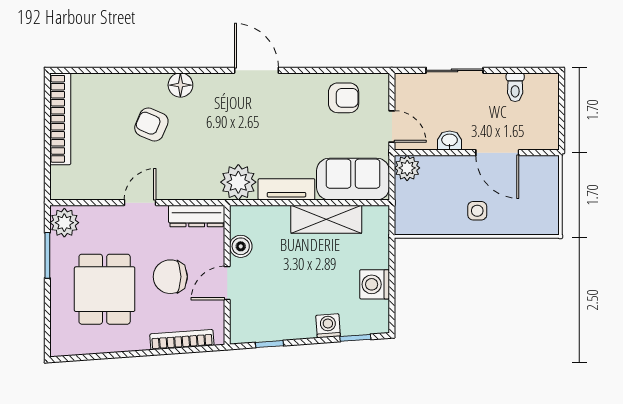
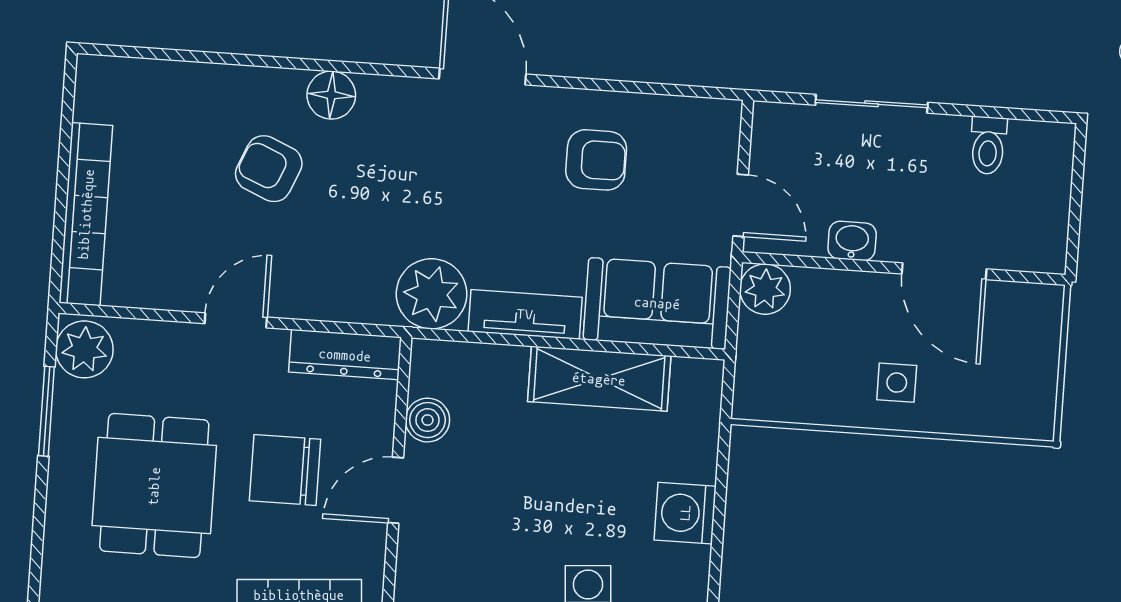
armchair: (344, 98) -> (596, 160), moved
bookcase: (60, 119) -> (86, 214), moved

